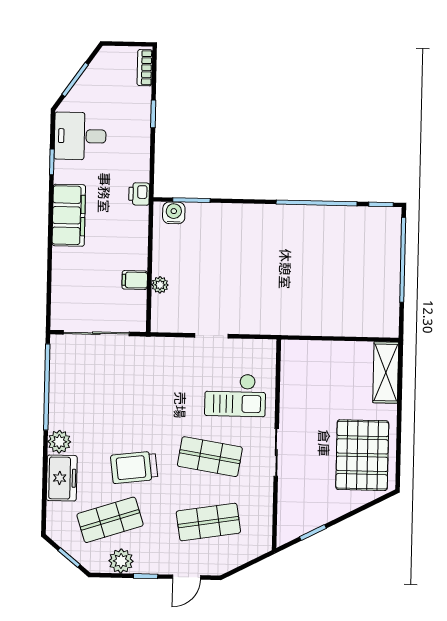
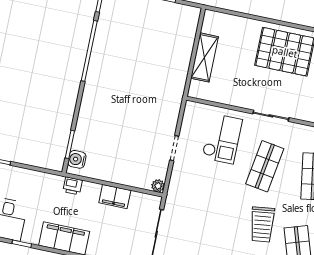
printer: (139, 194) -> (73, 186), moved
filing cabinet: (135, 280) -> (115, 197), width x2.00
plant: (160, 285) -> (158, 186), moved
shelving: (386, 372) -> (204, 57), moved, turned 90

